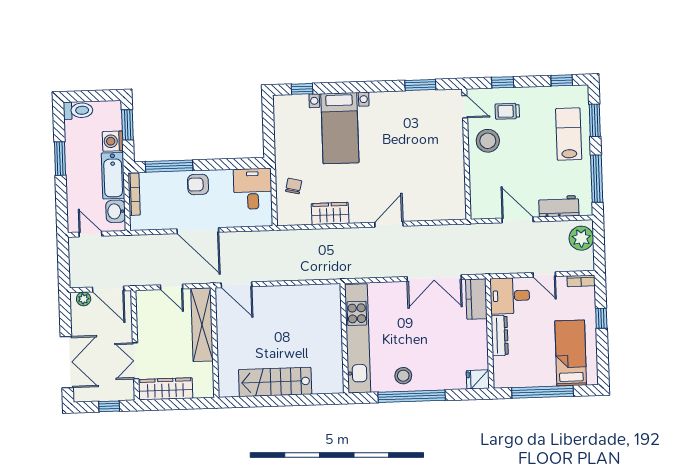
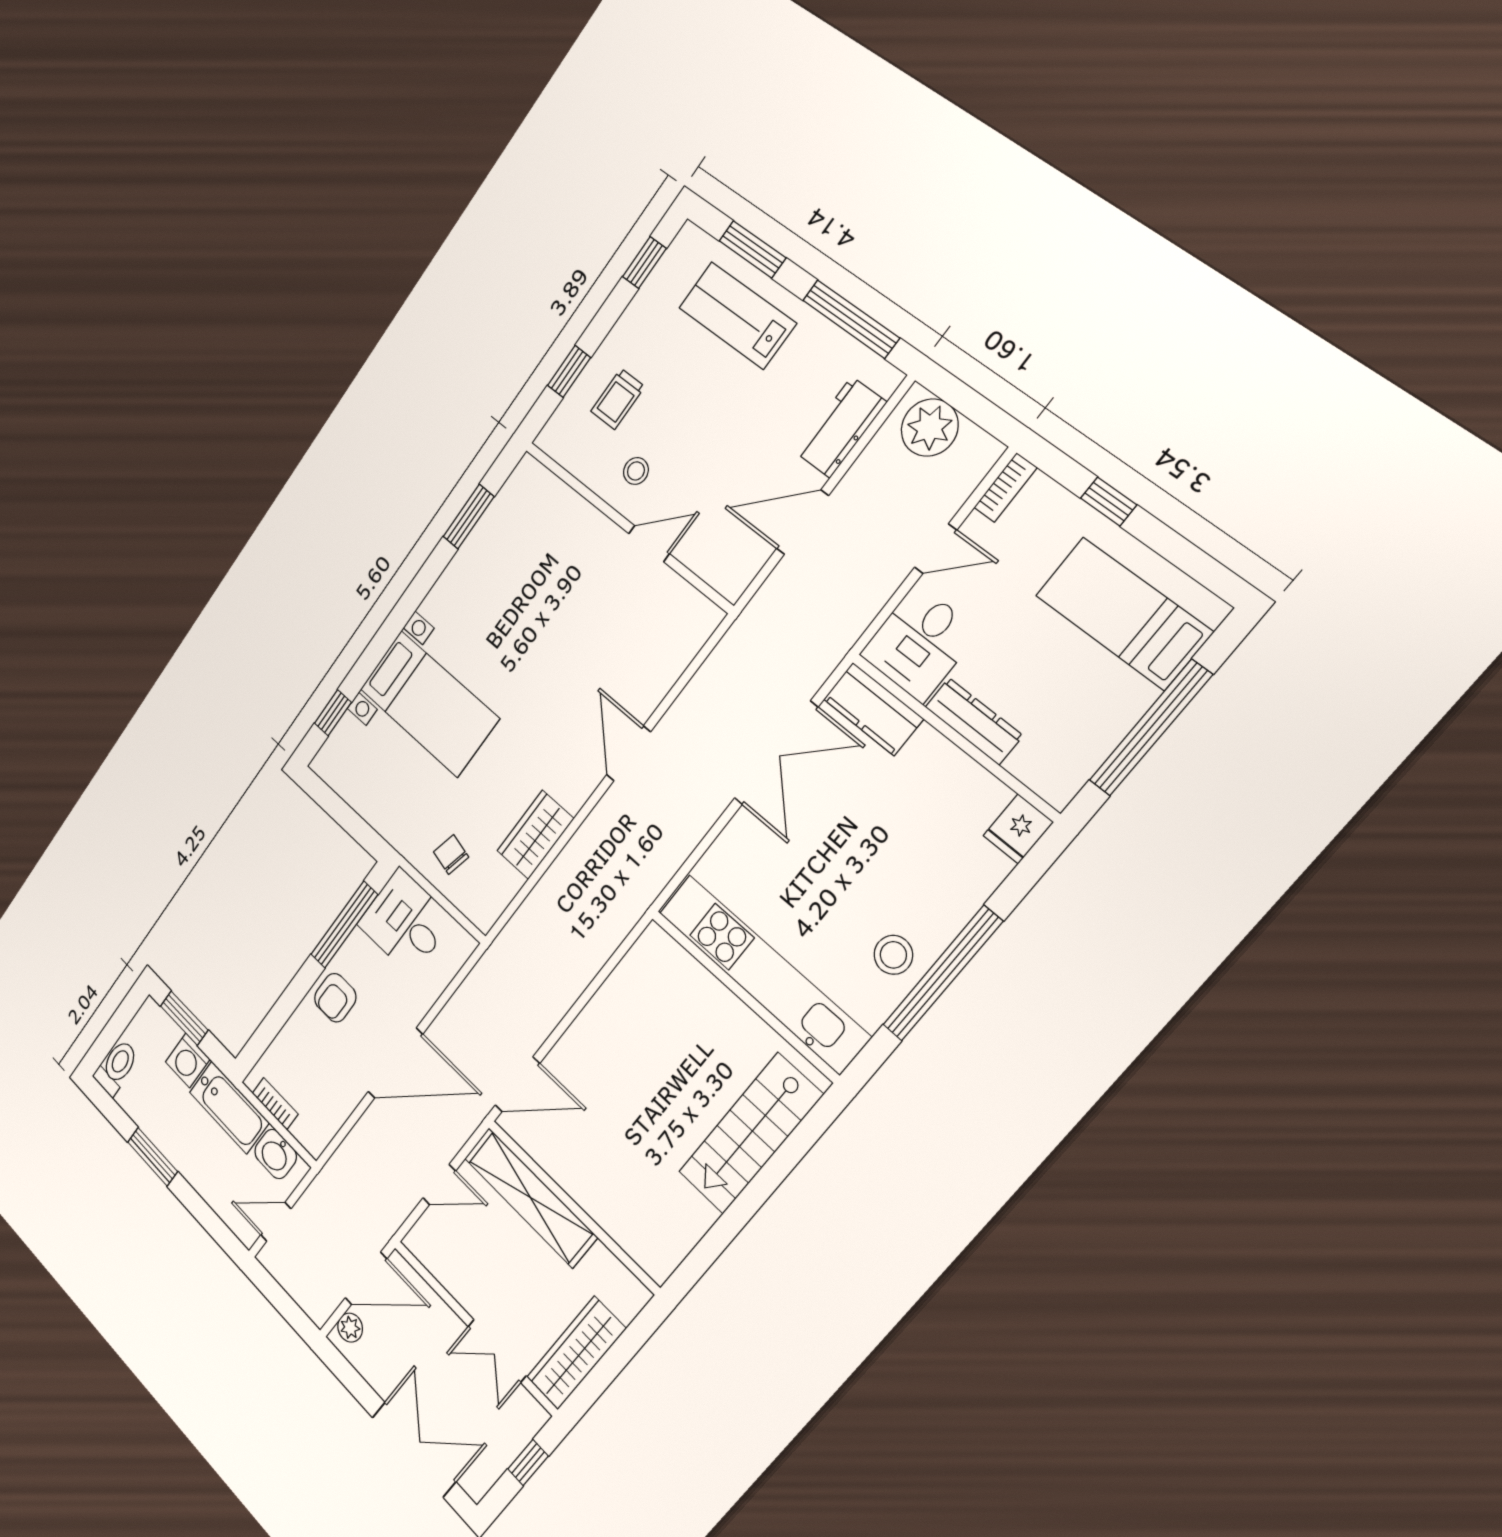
door: (465, 107) -> (649, 544), moved
stool: (488, 141) -> (636, 471), width x0.53, depth x0.53
window: (169, 166) -> (344, 925), moved
bookcase: (134, 194) -> (275, 1104), width x0.64
stairs: (275, 382) -> (750, 1133), moved

